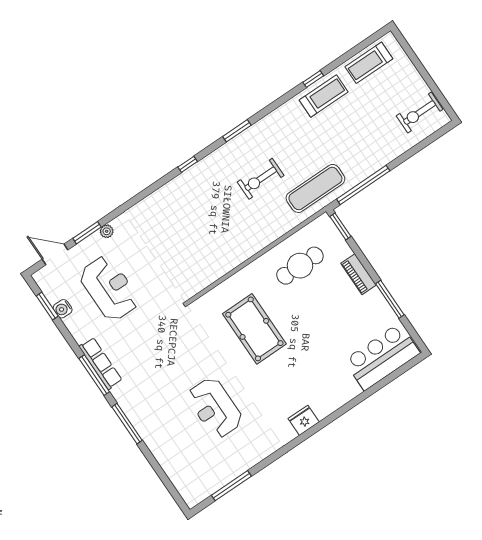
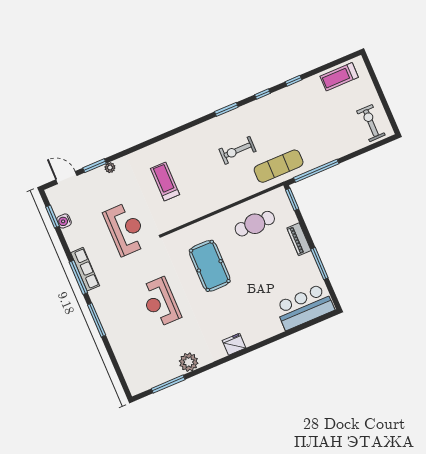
treadmill: (324, 96) -> (165, 182), moved, turned -90
exercise bike: (419, 113) -> (371, 123), turned 90
window: (188, 164) -> (263, 94), moved
reception desk: (109, 288) -> (126, 229), moved
reception desk: (215, 408) -> (160, 302), moved
plant: (252, 453) -> (189, 362), added

